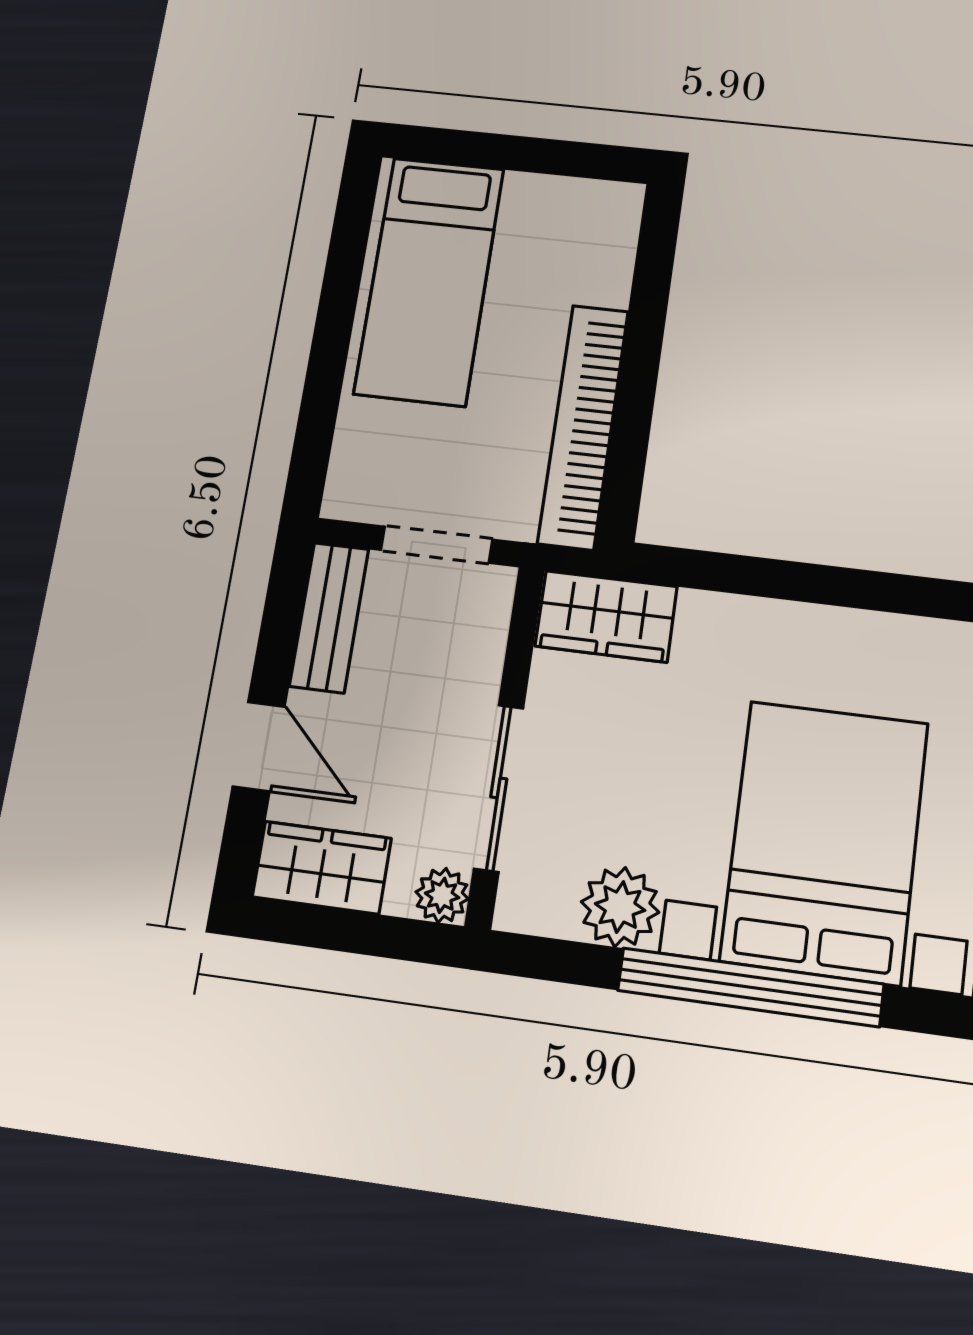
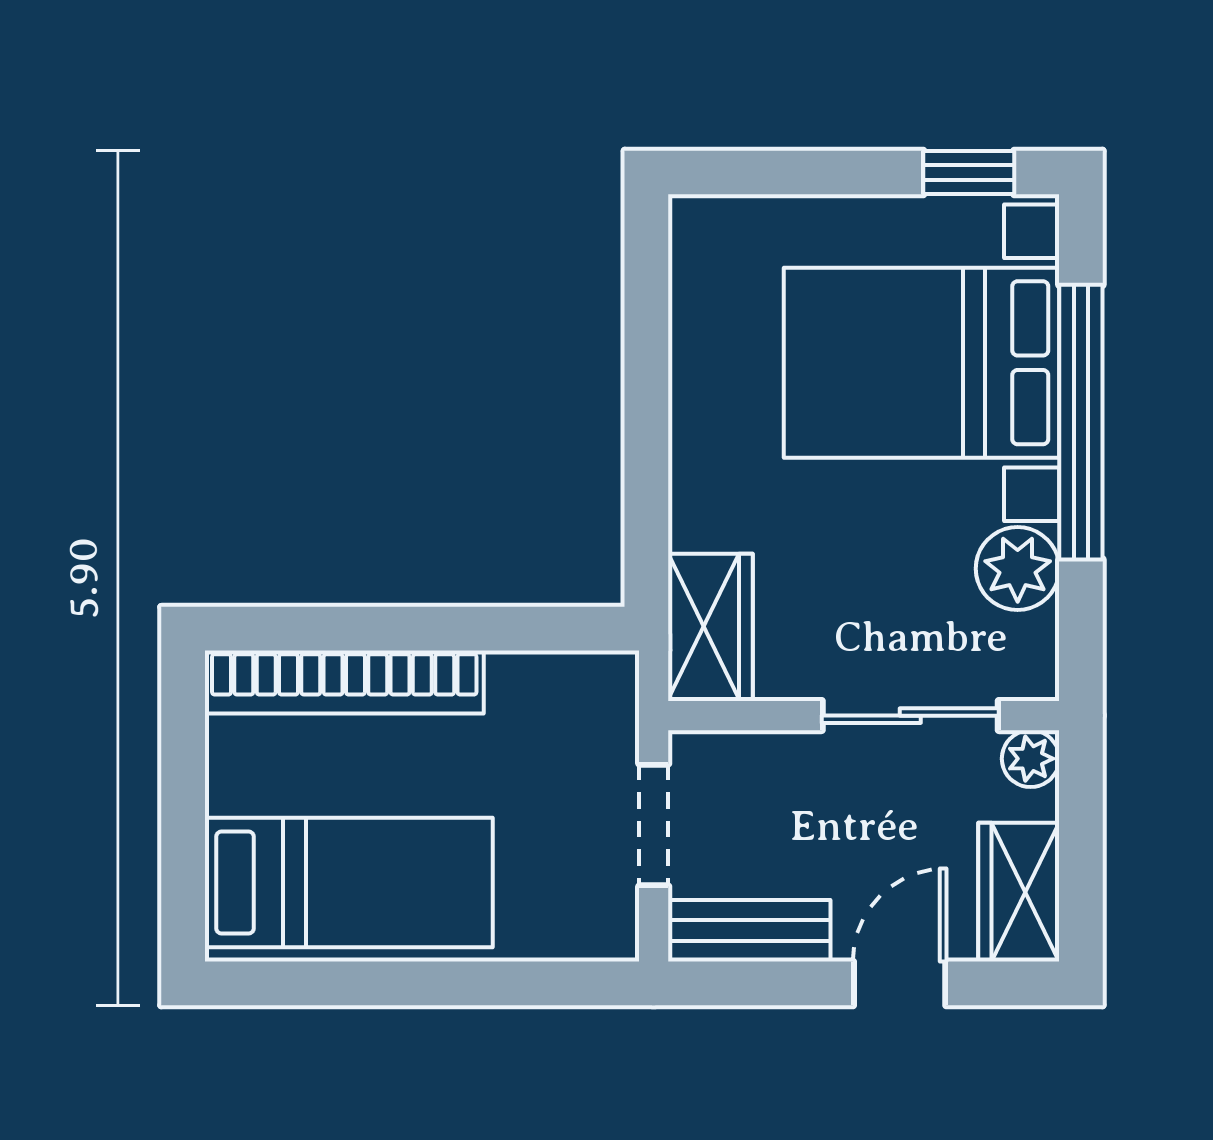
bookcase: (583, 426) -> (344, 682), moved

